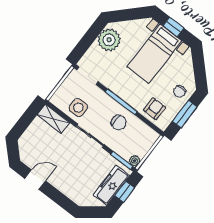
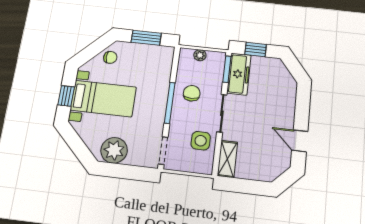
chair: (180, 91) -> (110, 57), moved
armchair: (155, 109) -> (158, 68), removed
plant: (135, 161) -> (200, 55), moved
freezer: (111, 185) -> (239, 74), moved, turned -90

